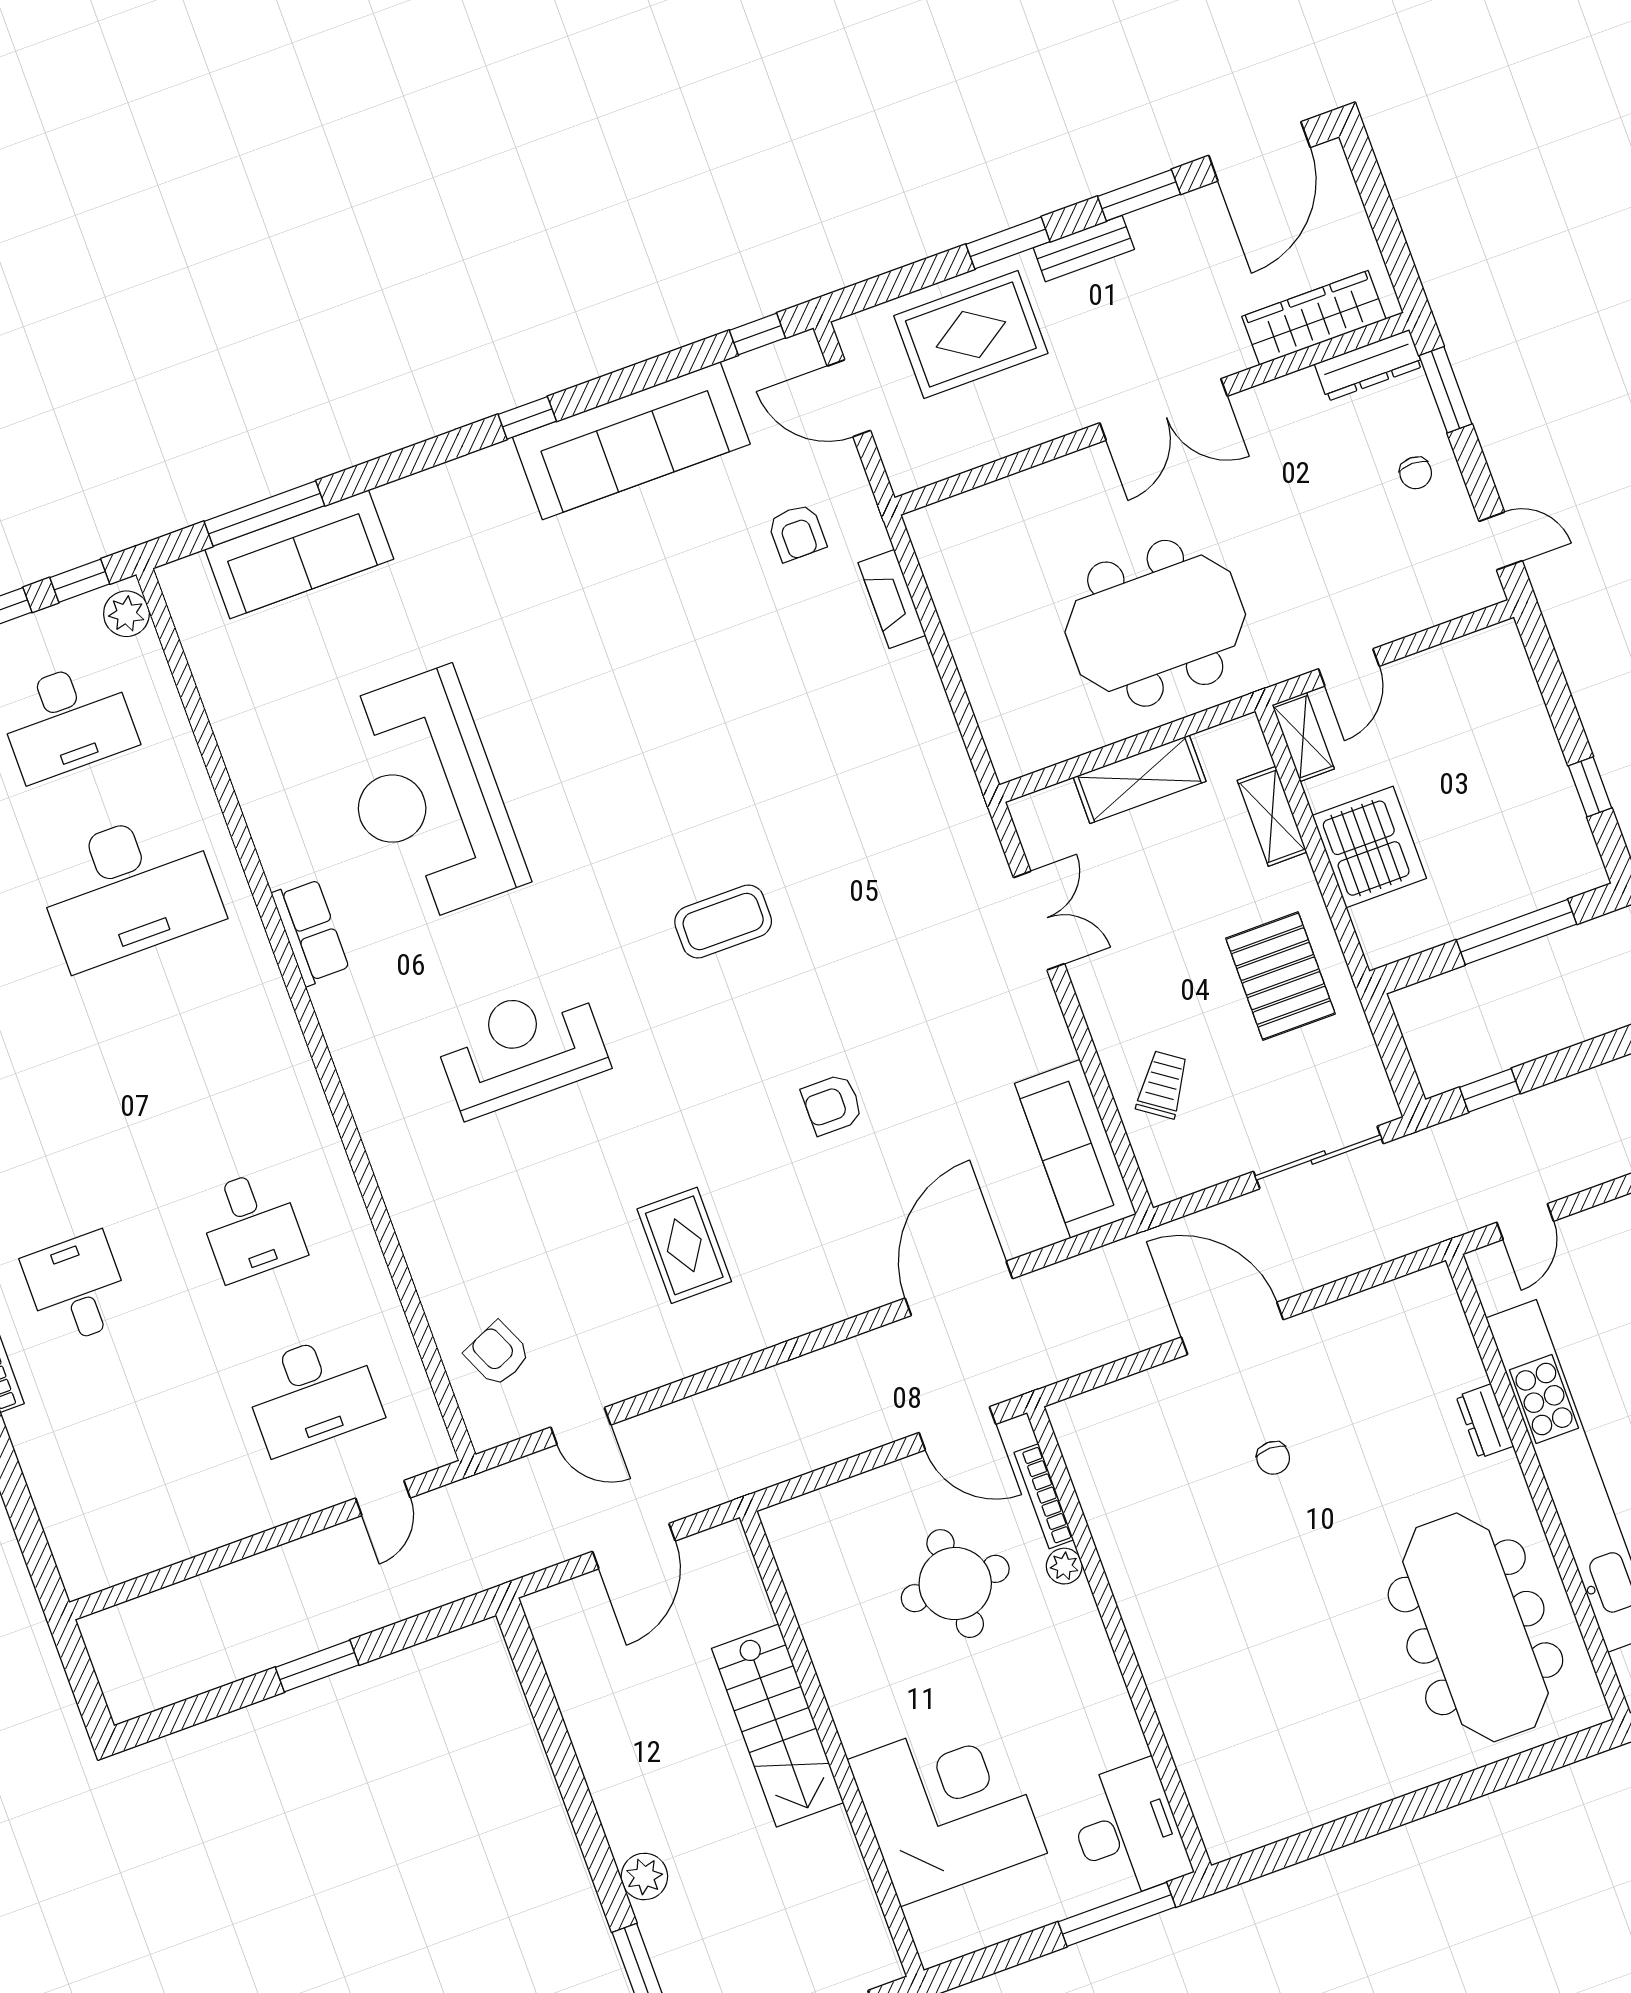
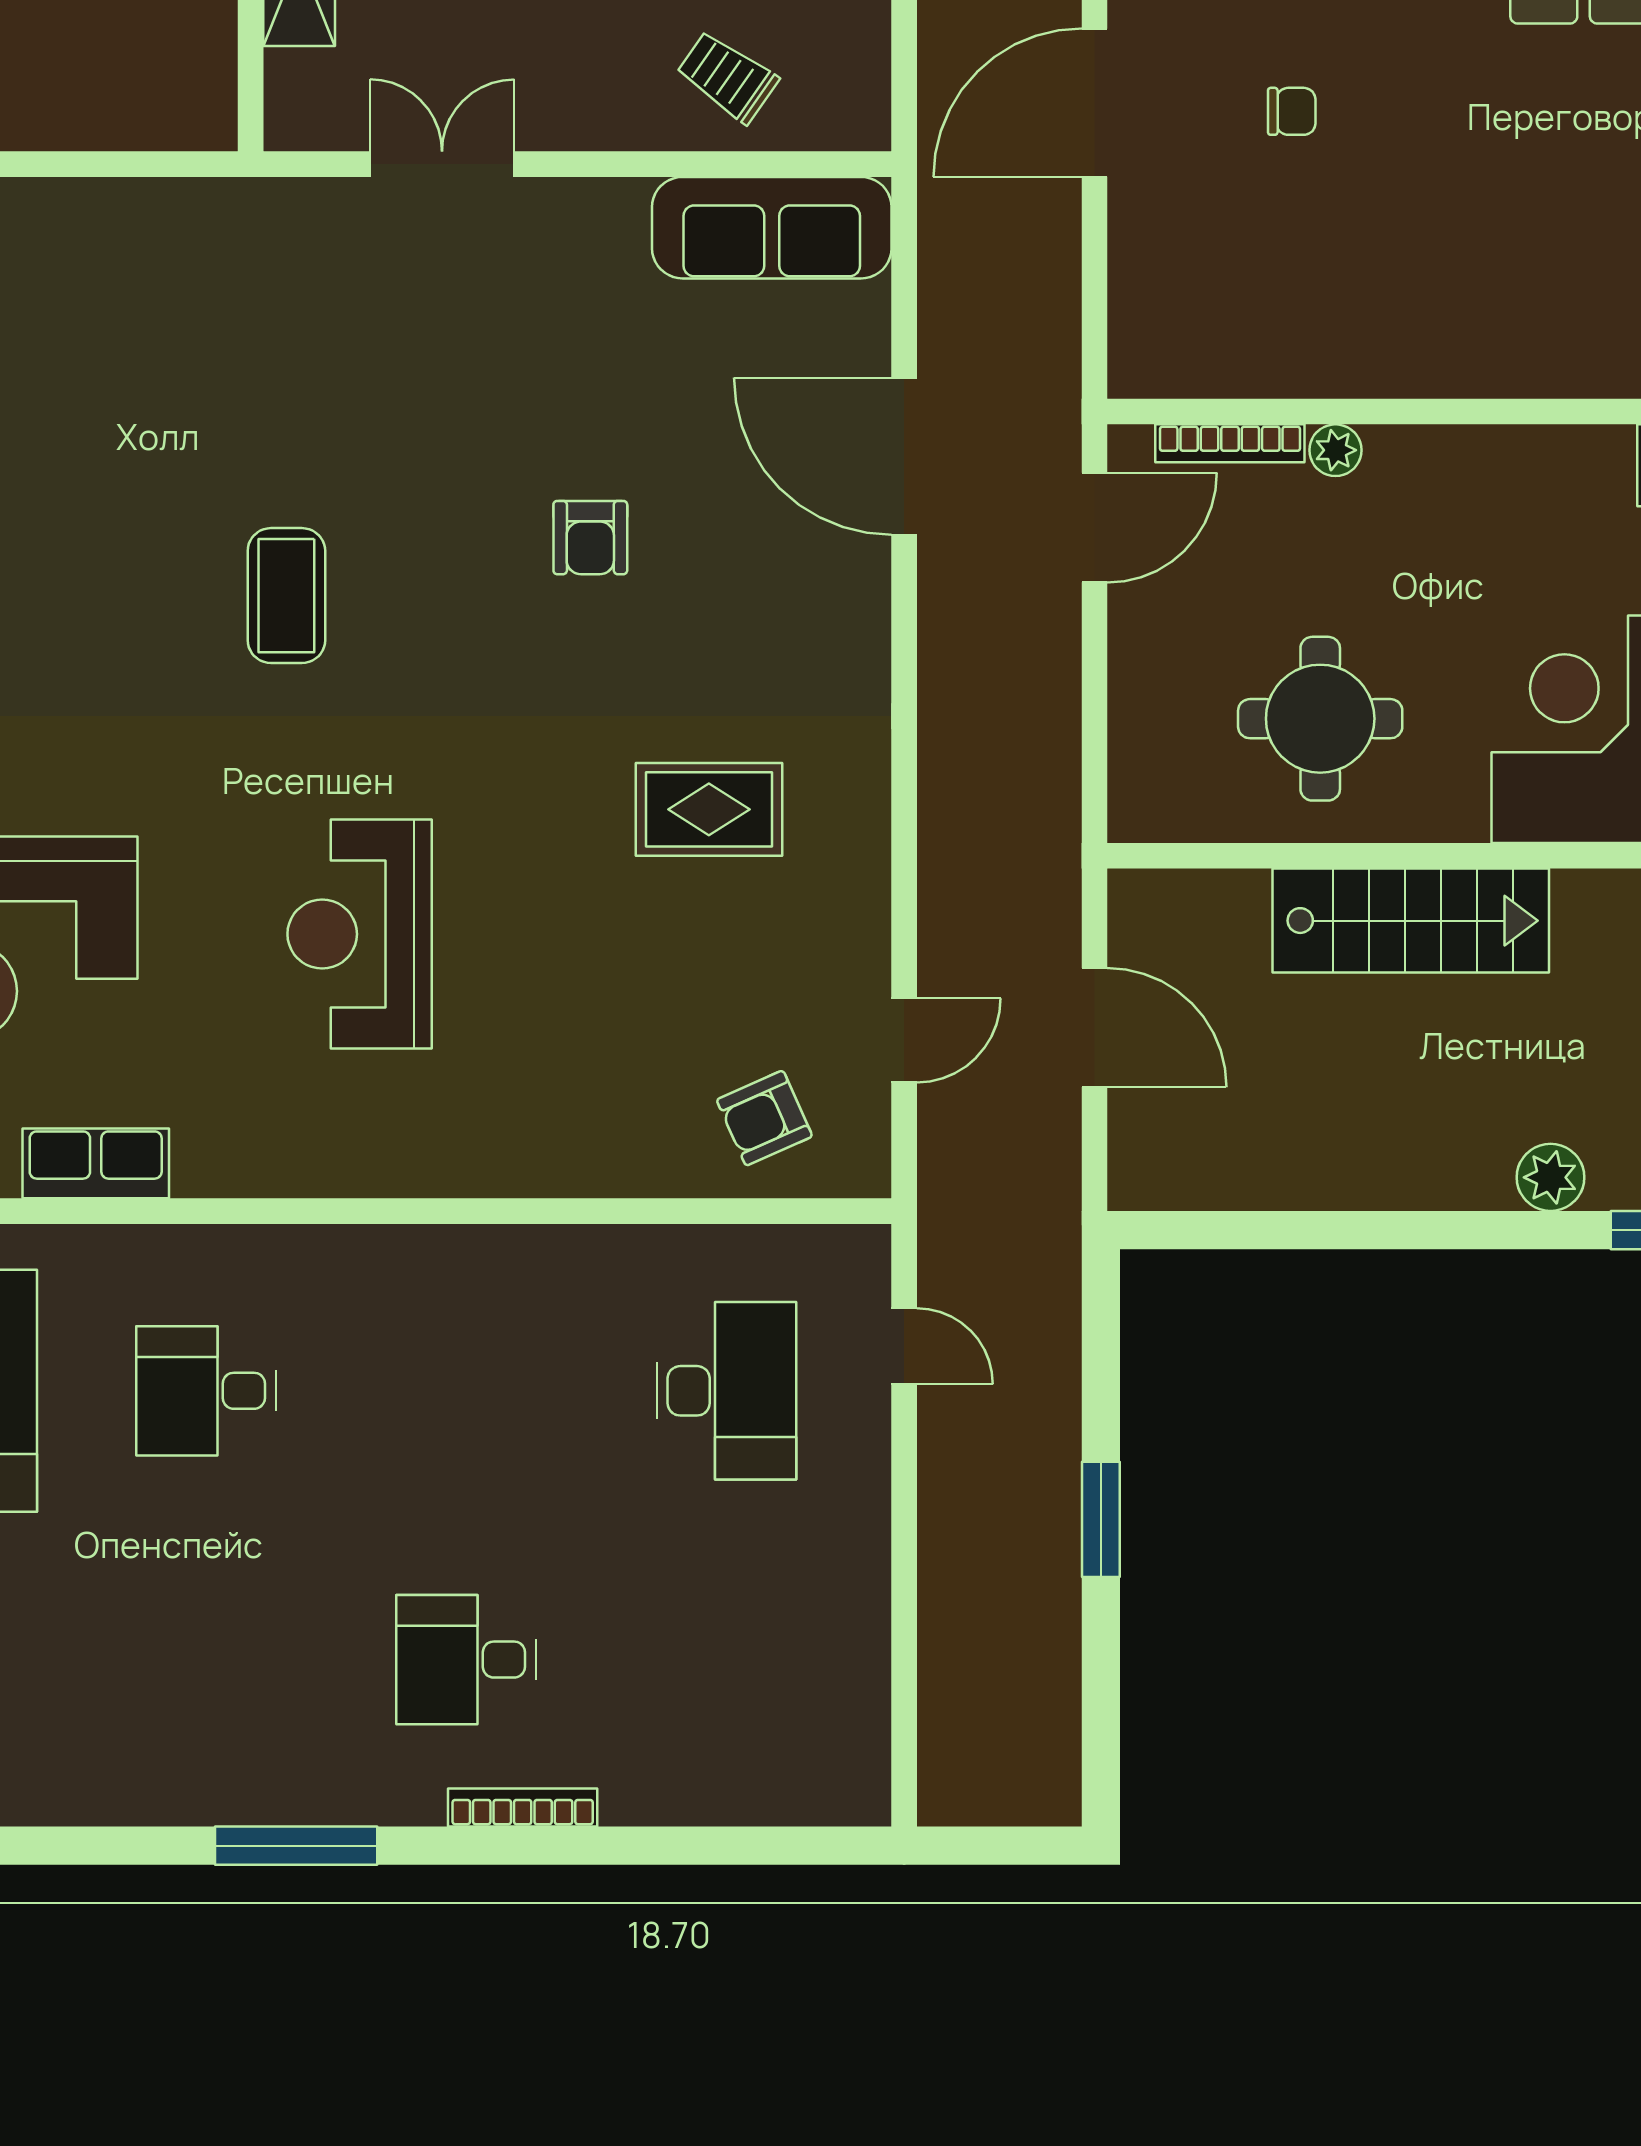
desk: (251, 1225) -> (206, 1391), moved, turned 180
round table: (955, 1584) -> (1320, 719), moved

